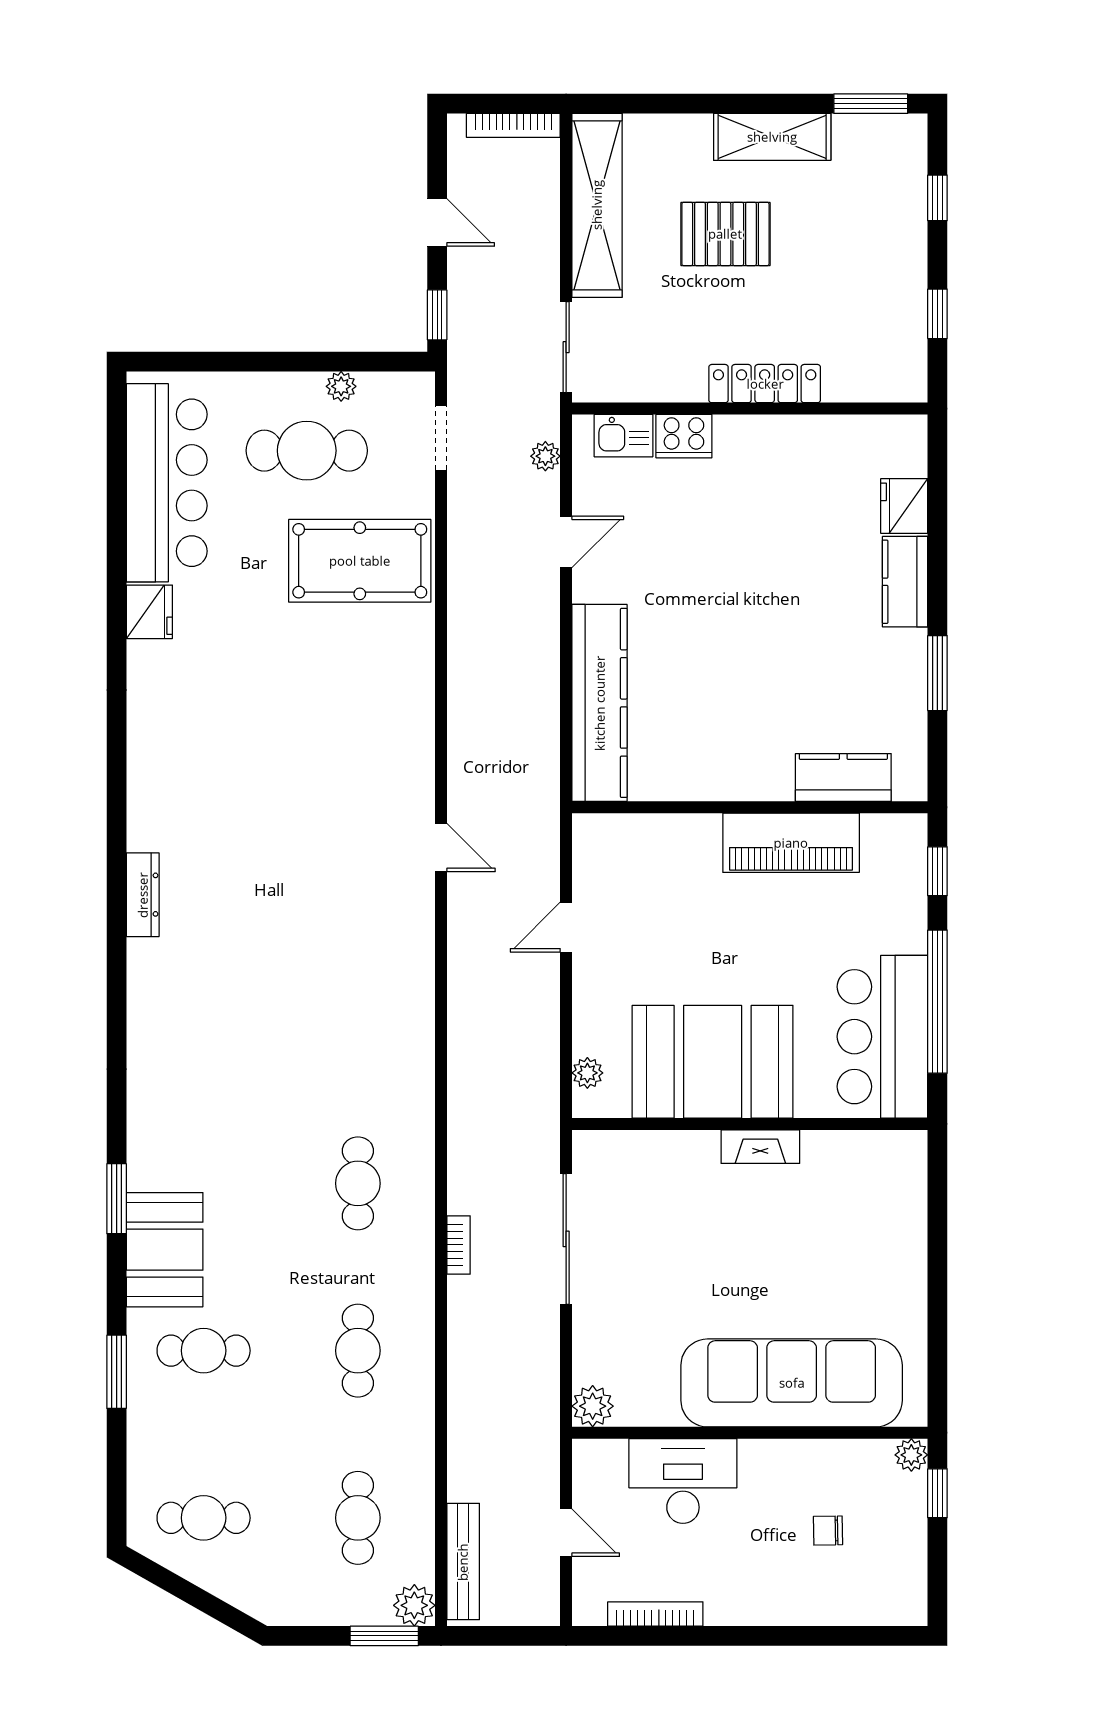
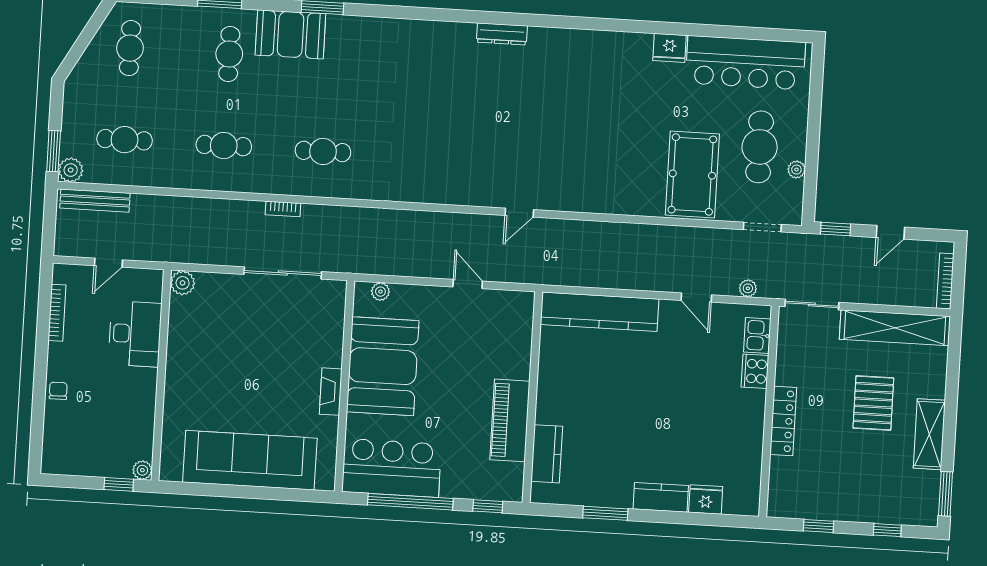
sofa: (792, 1383) -> (250, 460), moved, turned -90
chair: (828, 1531) -> (58, 391), moved

